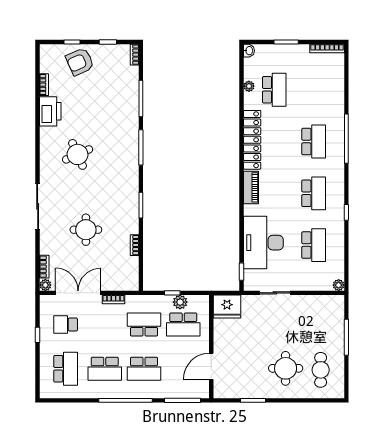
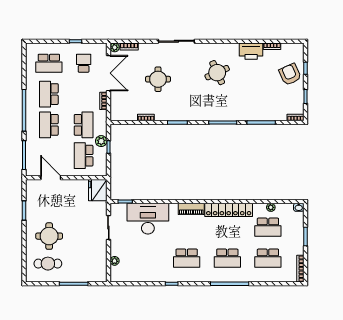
school desk: (314, 245) -> (268, 258), moved
plant: (339, 285) -> (115, 261), moved
plant: (180, 302) -> (101, 141), moved

